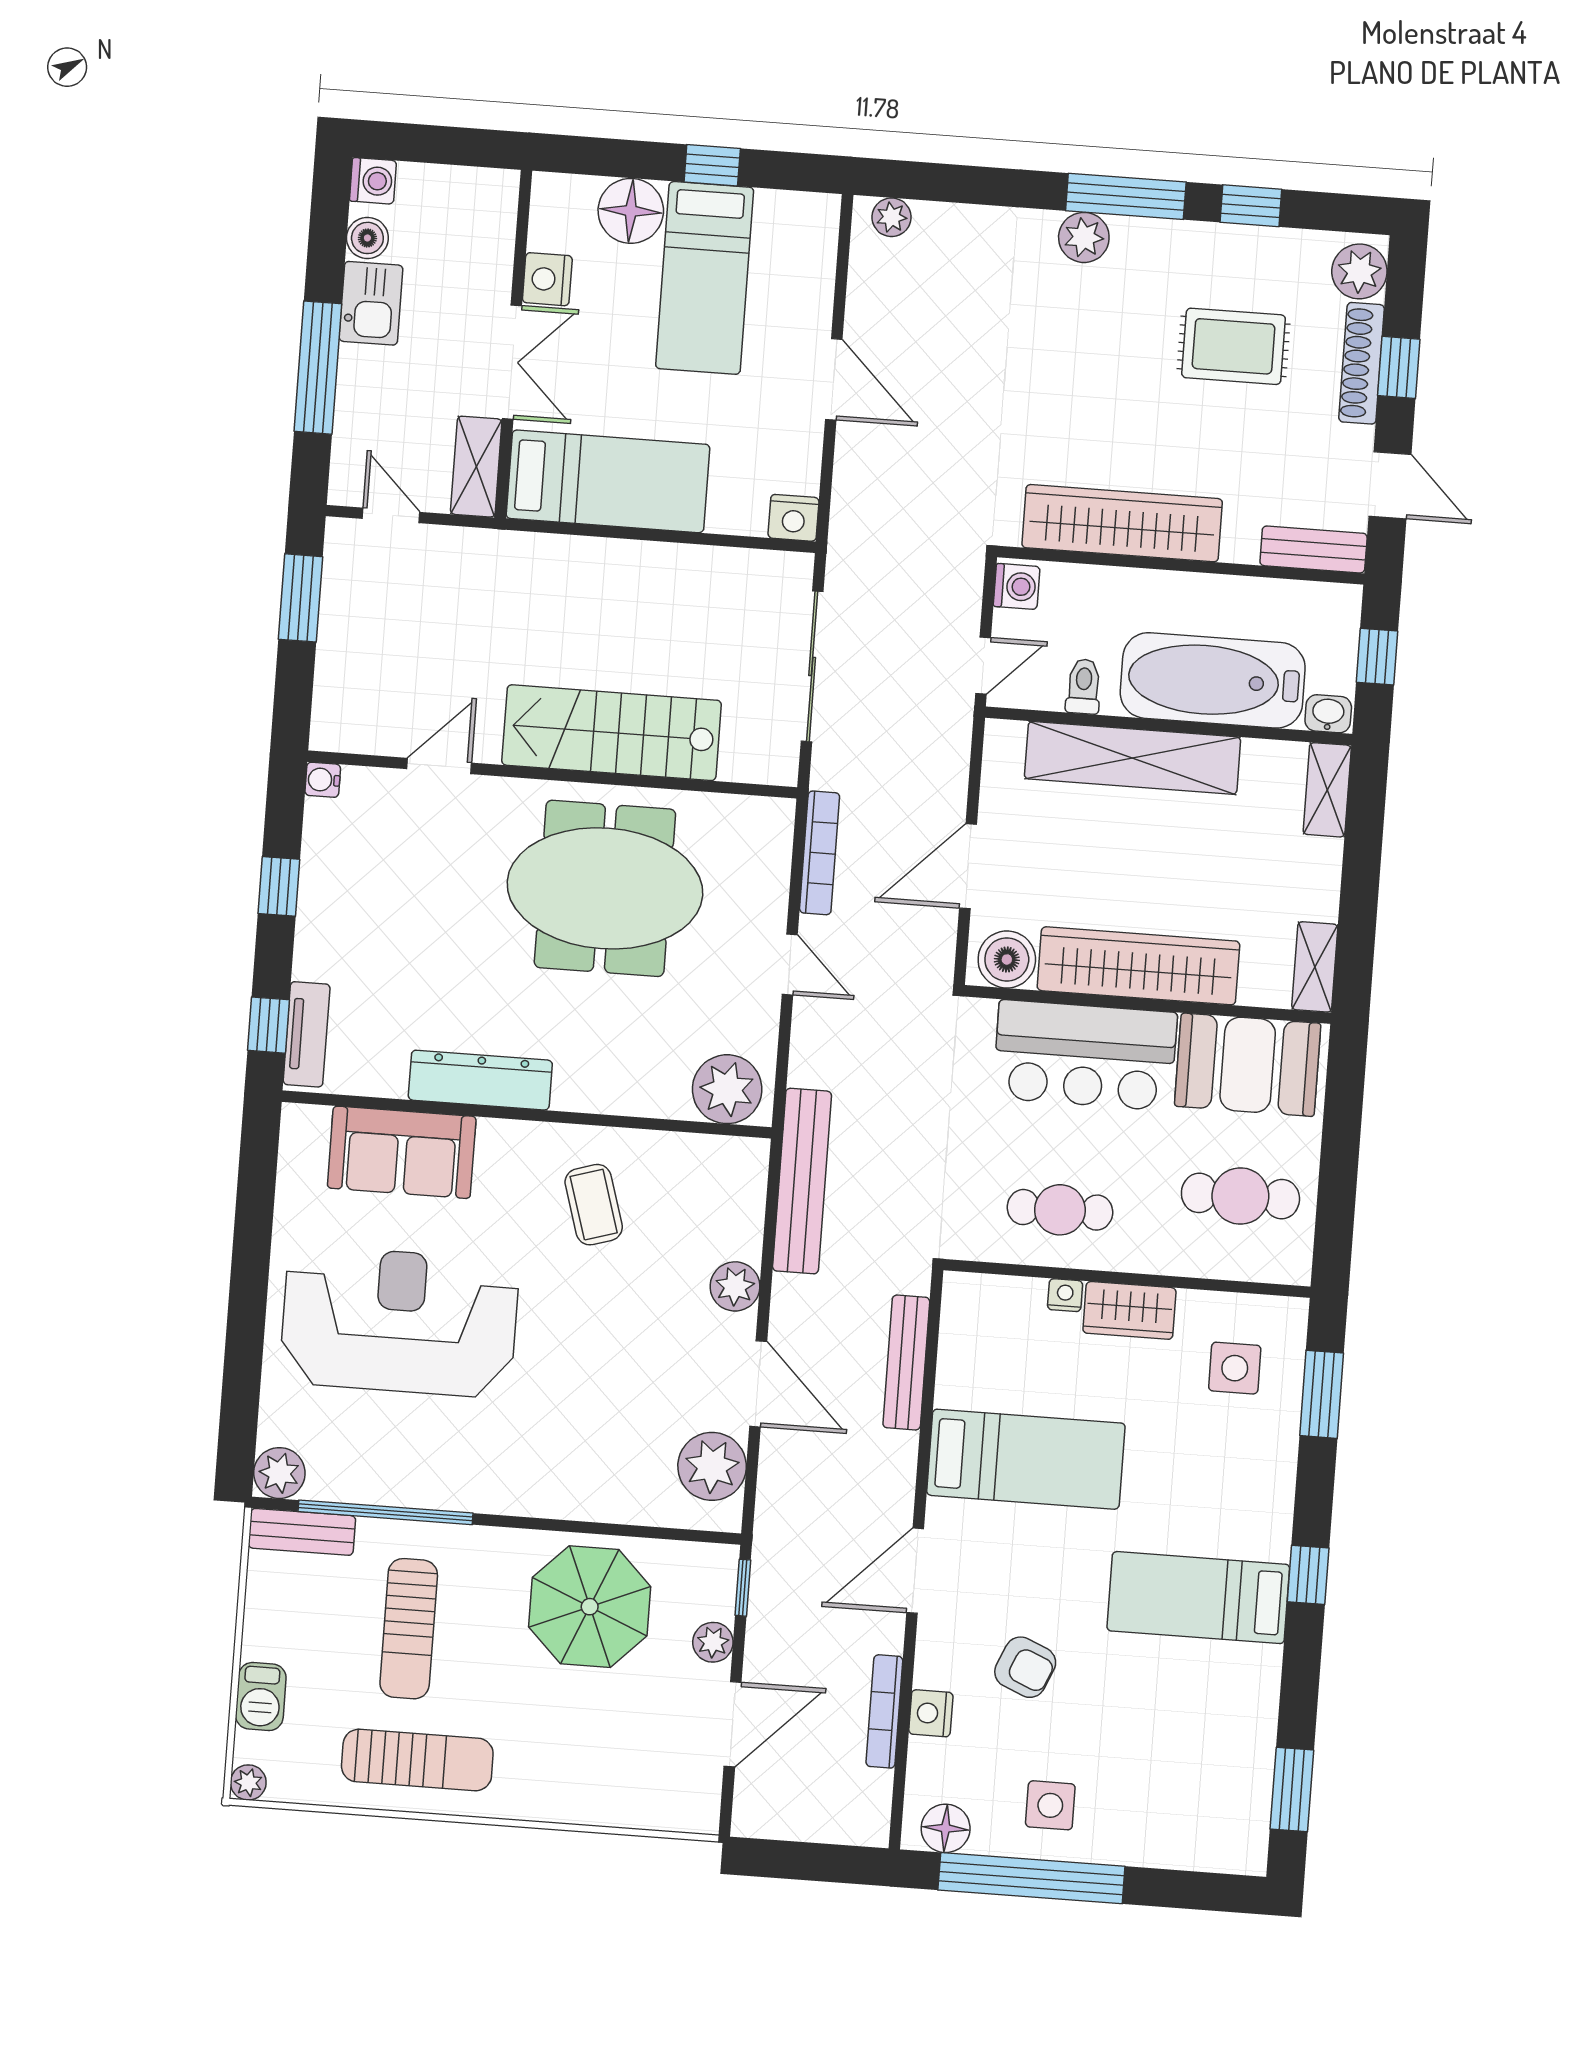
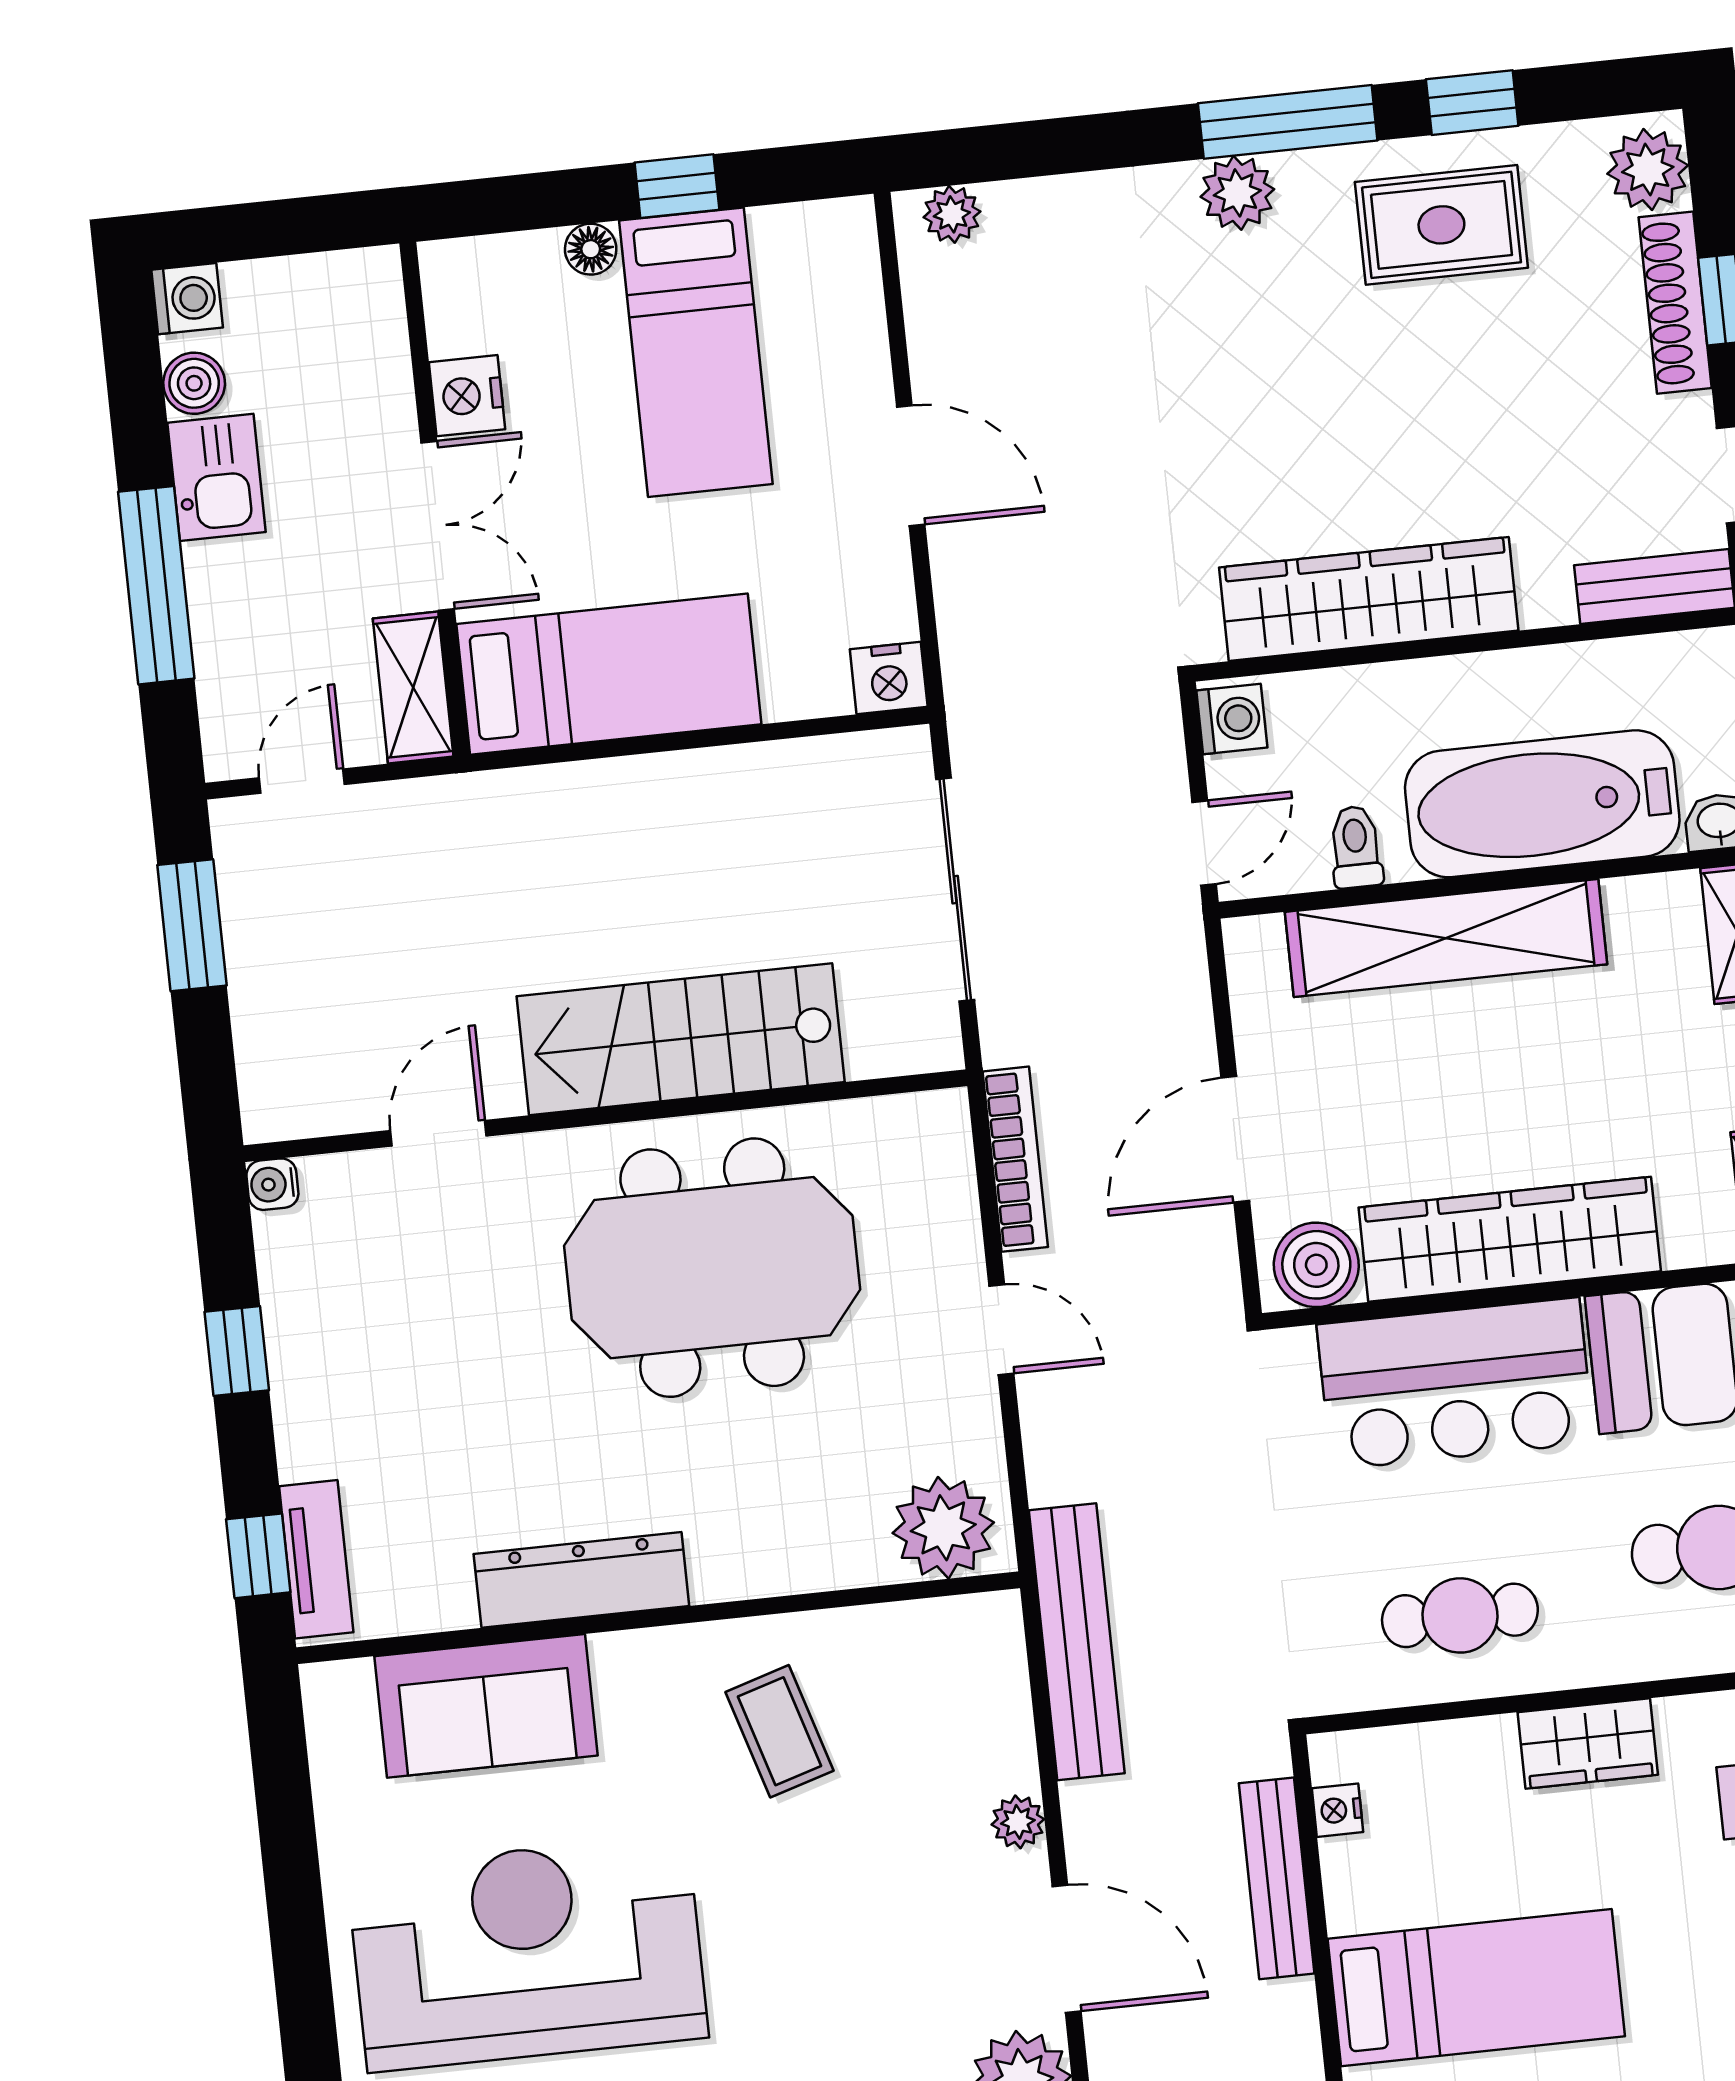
floor lamp: (631, 211) -> (591, 249), width x0.53, depth x0.53
rug: (1234, 346) -> (1441, 225), moved
door: (391, 515) -> (302, 781), hinge flipped
plant: (735, 1286) -> (1018, 1822), width x0.73, depth x0.73
nightstand: (1065, 1295) -> (1338, 1810), moved, turned -90

